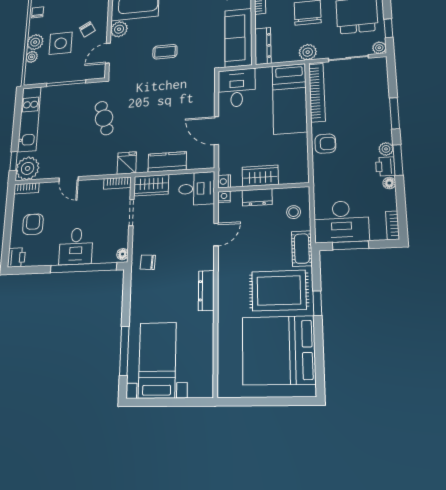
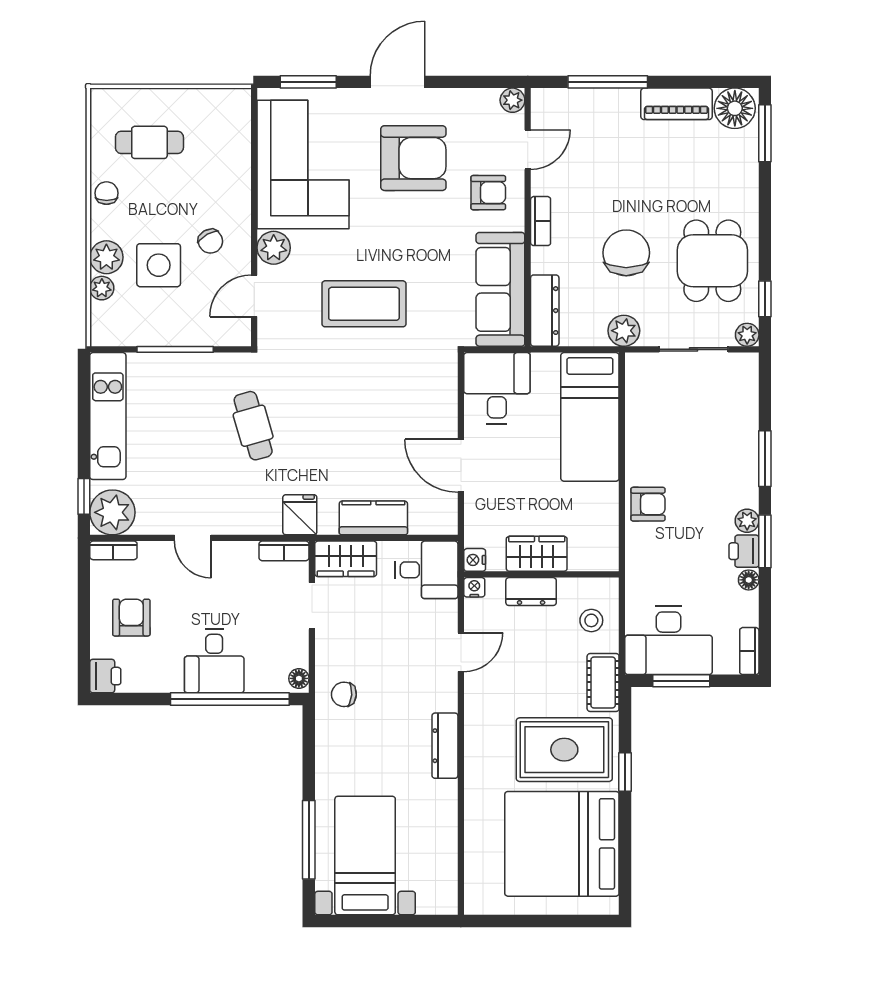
coffee table: (165, 52) -> (364, 304), width x1.86, depth x1.72
bookcase: (317, 93) -> (637, 409), removed

